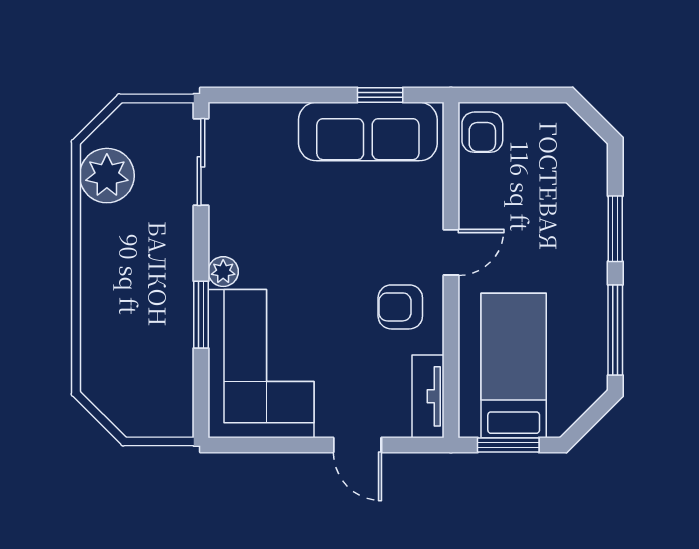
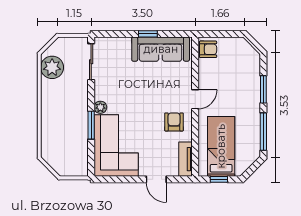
window: (380, 95) -> (148, 34), moved
armchair: (482, 132) -> (208, 49), turned -90
armchair: (400, 307) -> (174, 122), turned 90
window: (508, 445) -> (219, 179), width x0.67

